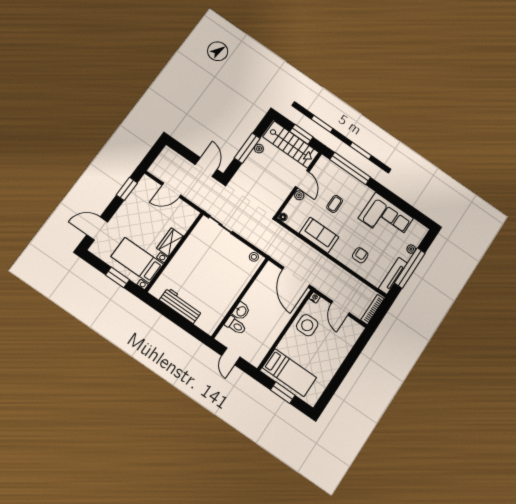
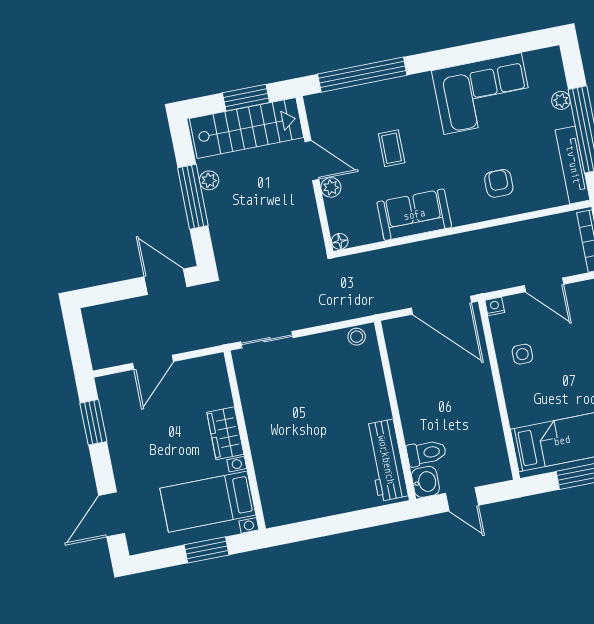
workbench: (181, 306) -> (386, 460), moved, turned -90
washbasin: (241, 311) -> (425, 482), moved
side table: (307, 325) -> (522, 354), width x0.54, depth x0.54

